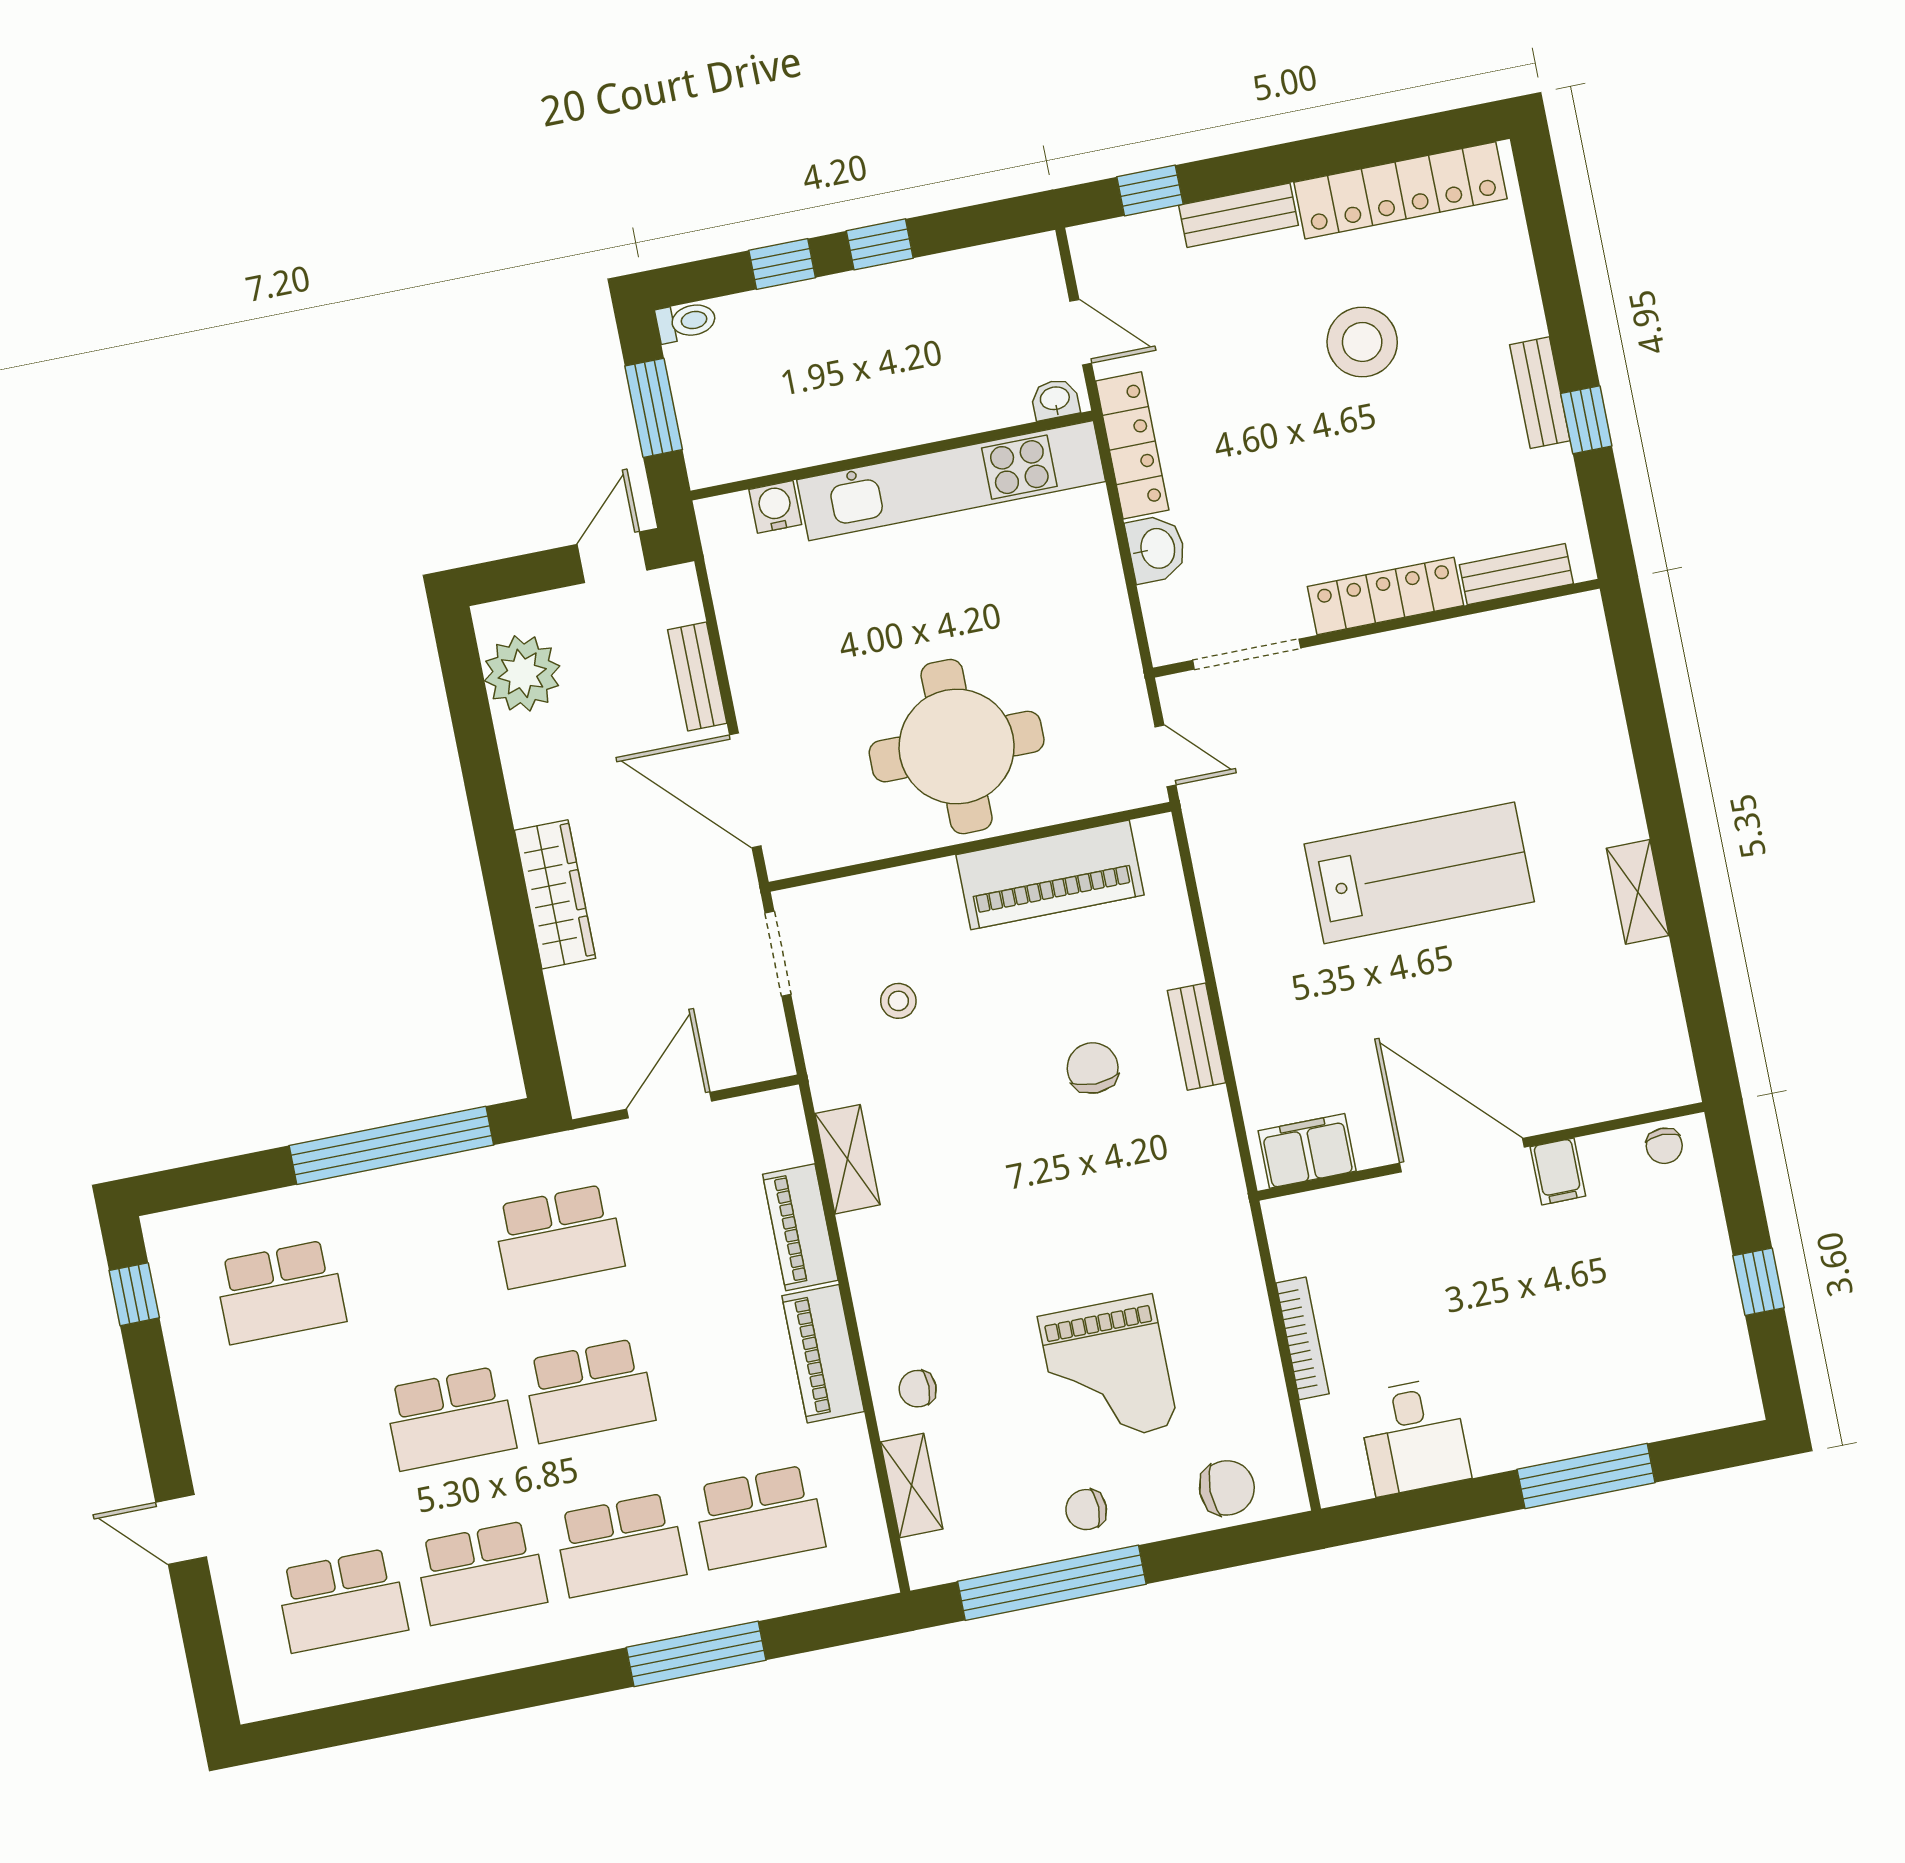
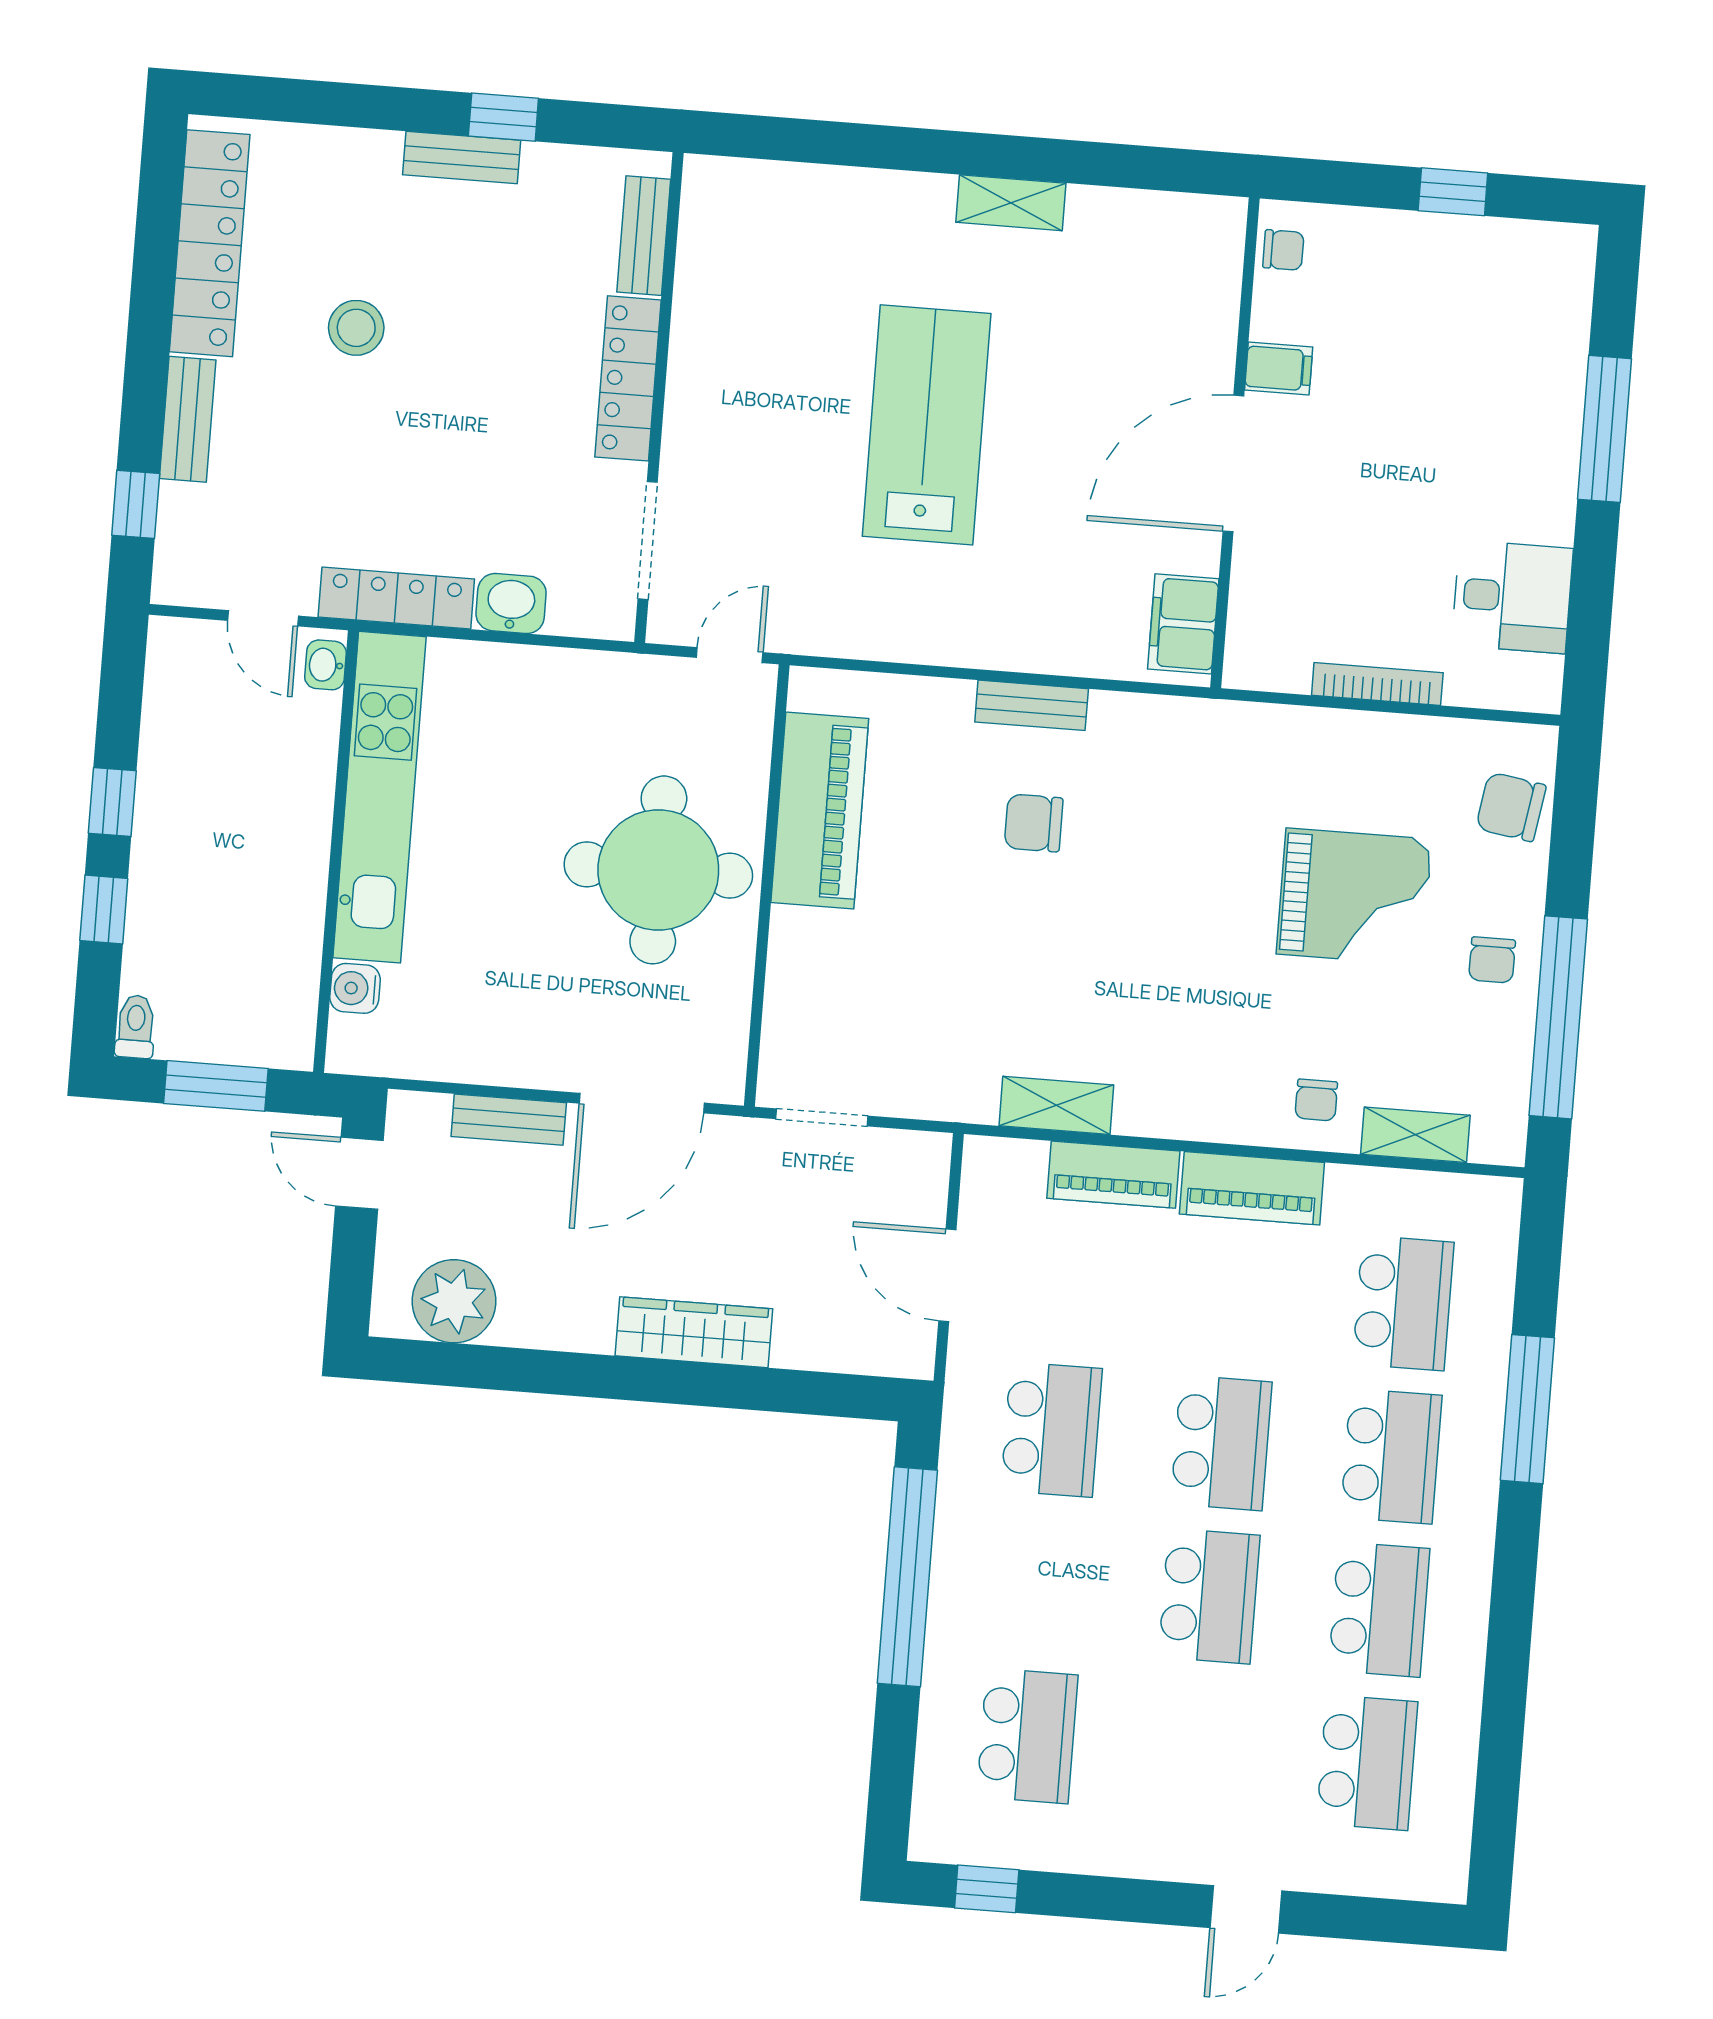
door: (1081, 332) -> (263, 618), swing flipped
stool: (1362, 342) -> (356, 328), width x0.73, depth x0.73
stool: (898, 1001) -> (906, 1006), removed
chair: (1227, 1488) -> (1511, 807), turned -81

